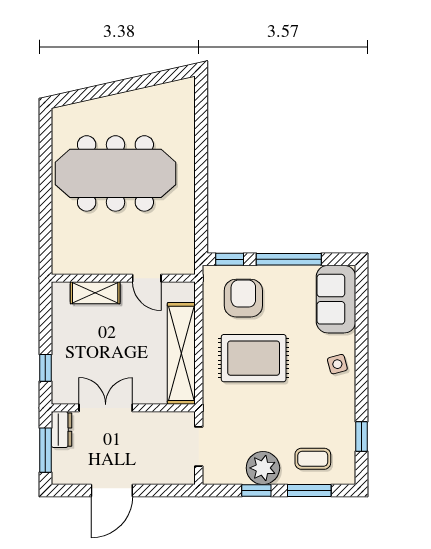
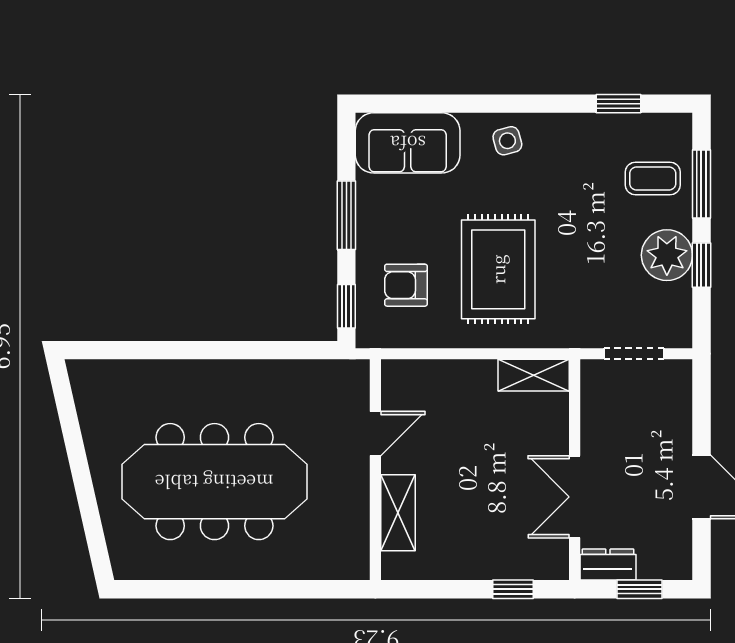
meeting table: (115, 173) -> (214, 482), turned 90
window: (289, 259) -> (346, 215), width x0.69
armchair: (243, 298) -> (406, 285), width x0.72, depth x0.72
shelving: (181, 353) -> (534, 375), width x0.45, depth x0.75
window: (45, 450) -> (640, 589), width x0.67
coffee table: (313, 459) -> (653, 178), turned 90

